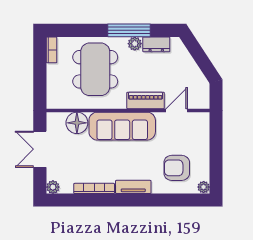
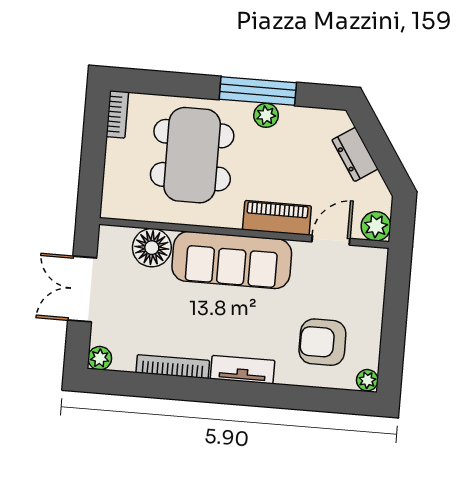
dresser: (156, 44) -> (355, 154), moved, turned 57
plant: (201, 101) -> (376, 226), added

